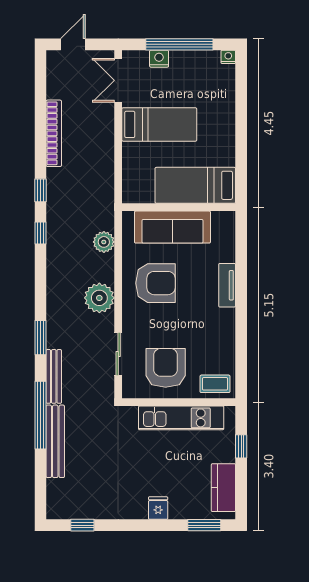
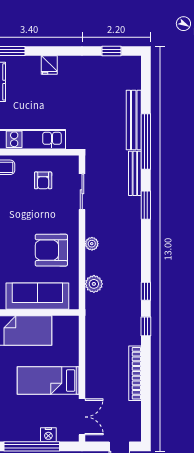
plant: (99, 298) -> (92, 244), width x0.53, depth x0.53
armchair: (166, 368) -> (43, 180), width x0.53, depth x0.53

